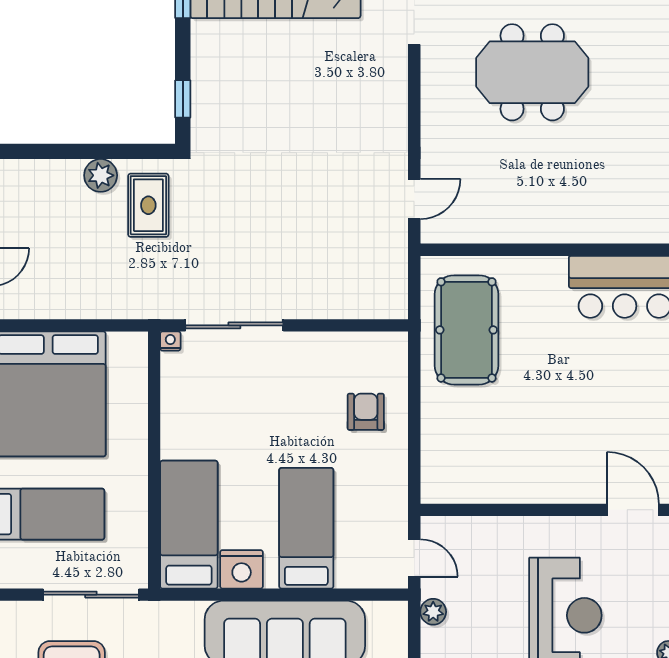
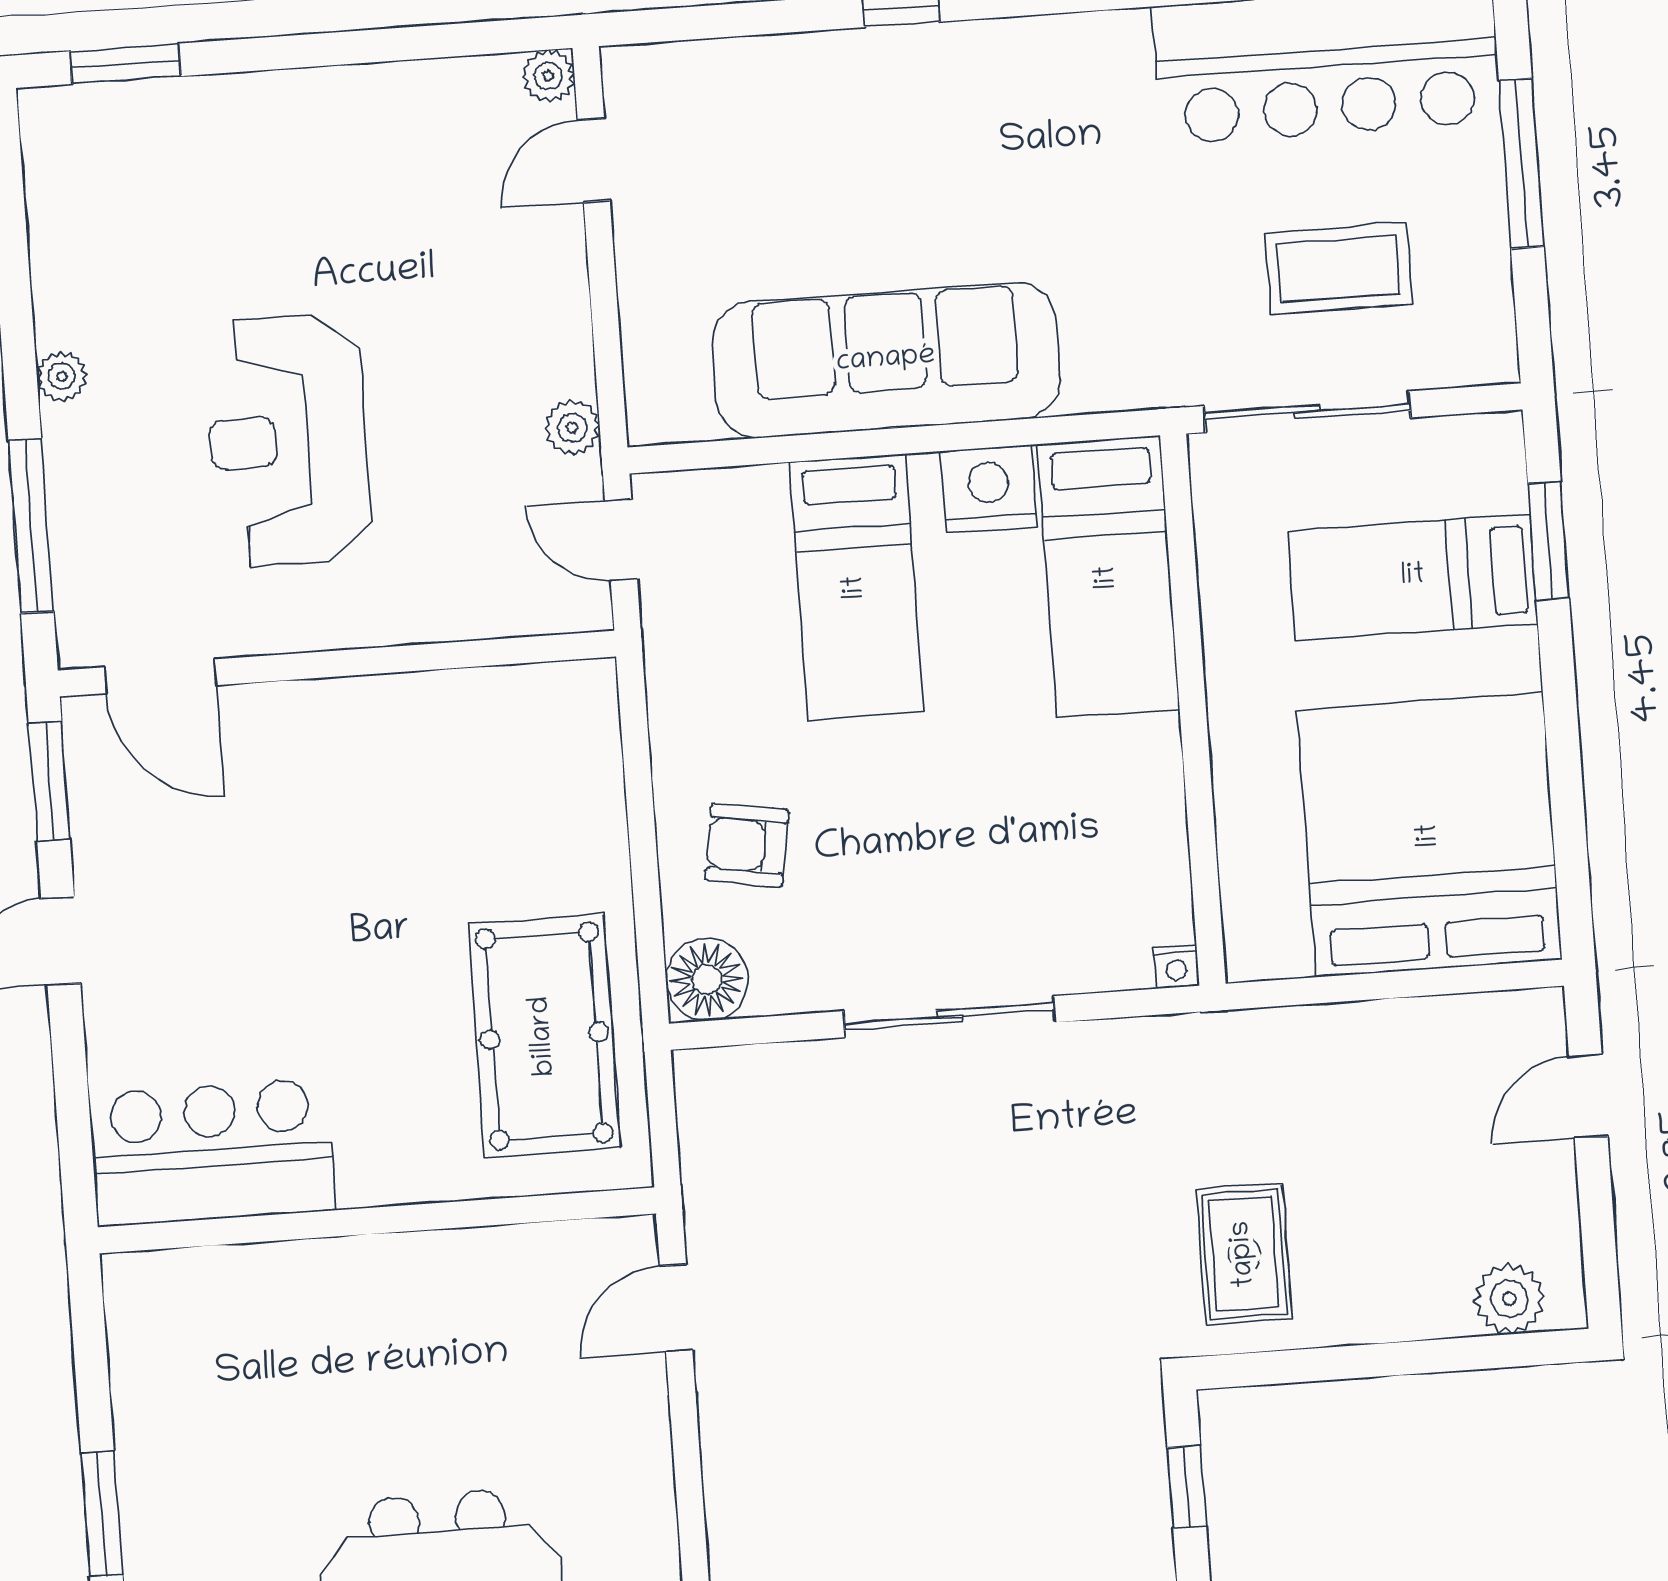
plant: (101, 175) -> (1509, 1299), moved
sliding door: (234, 325) -> (950, 1017), moved
floor lamp: (389, 351) -> (707, 980), added
armchair: (366, 412) -> (747, 845), turned 99

